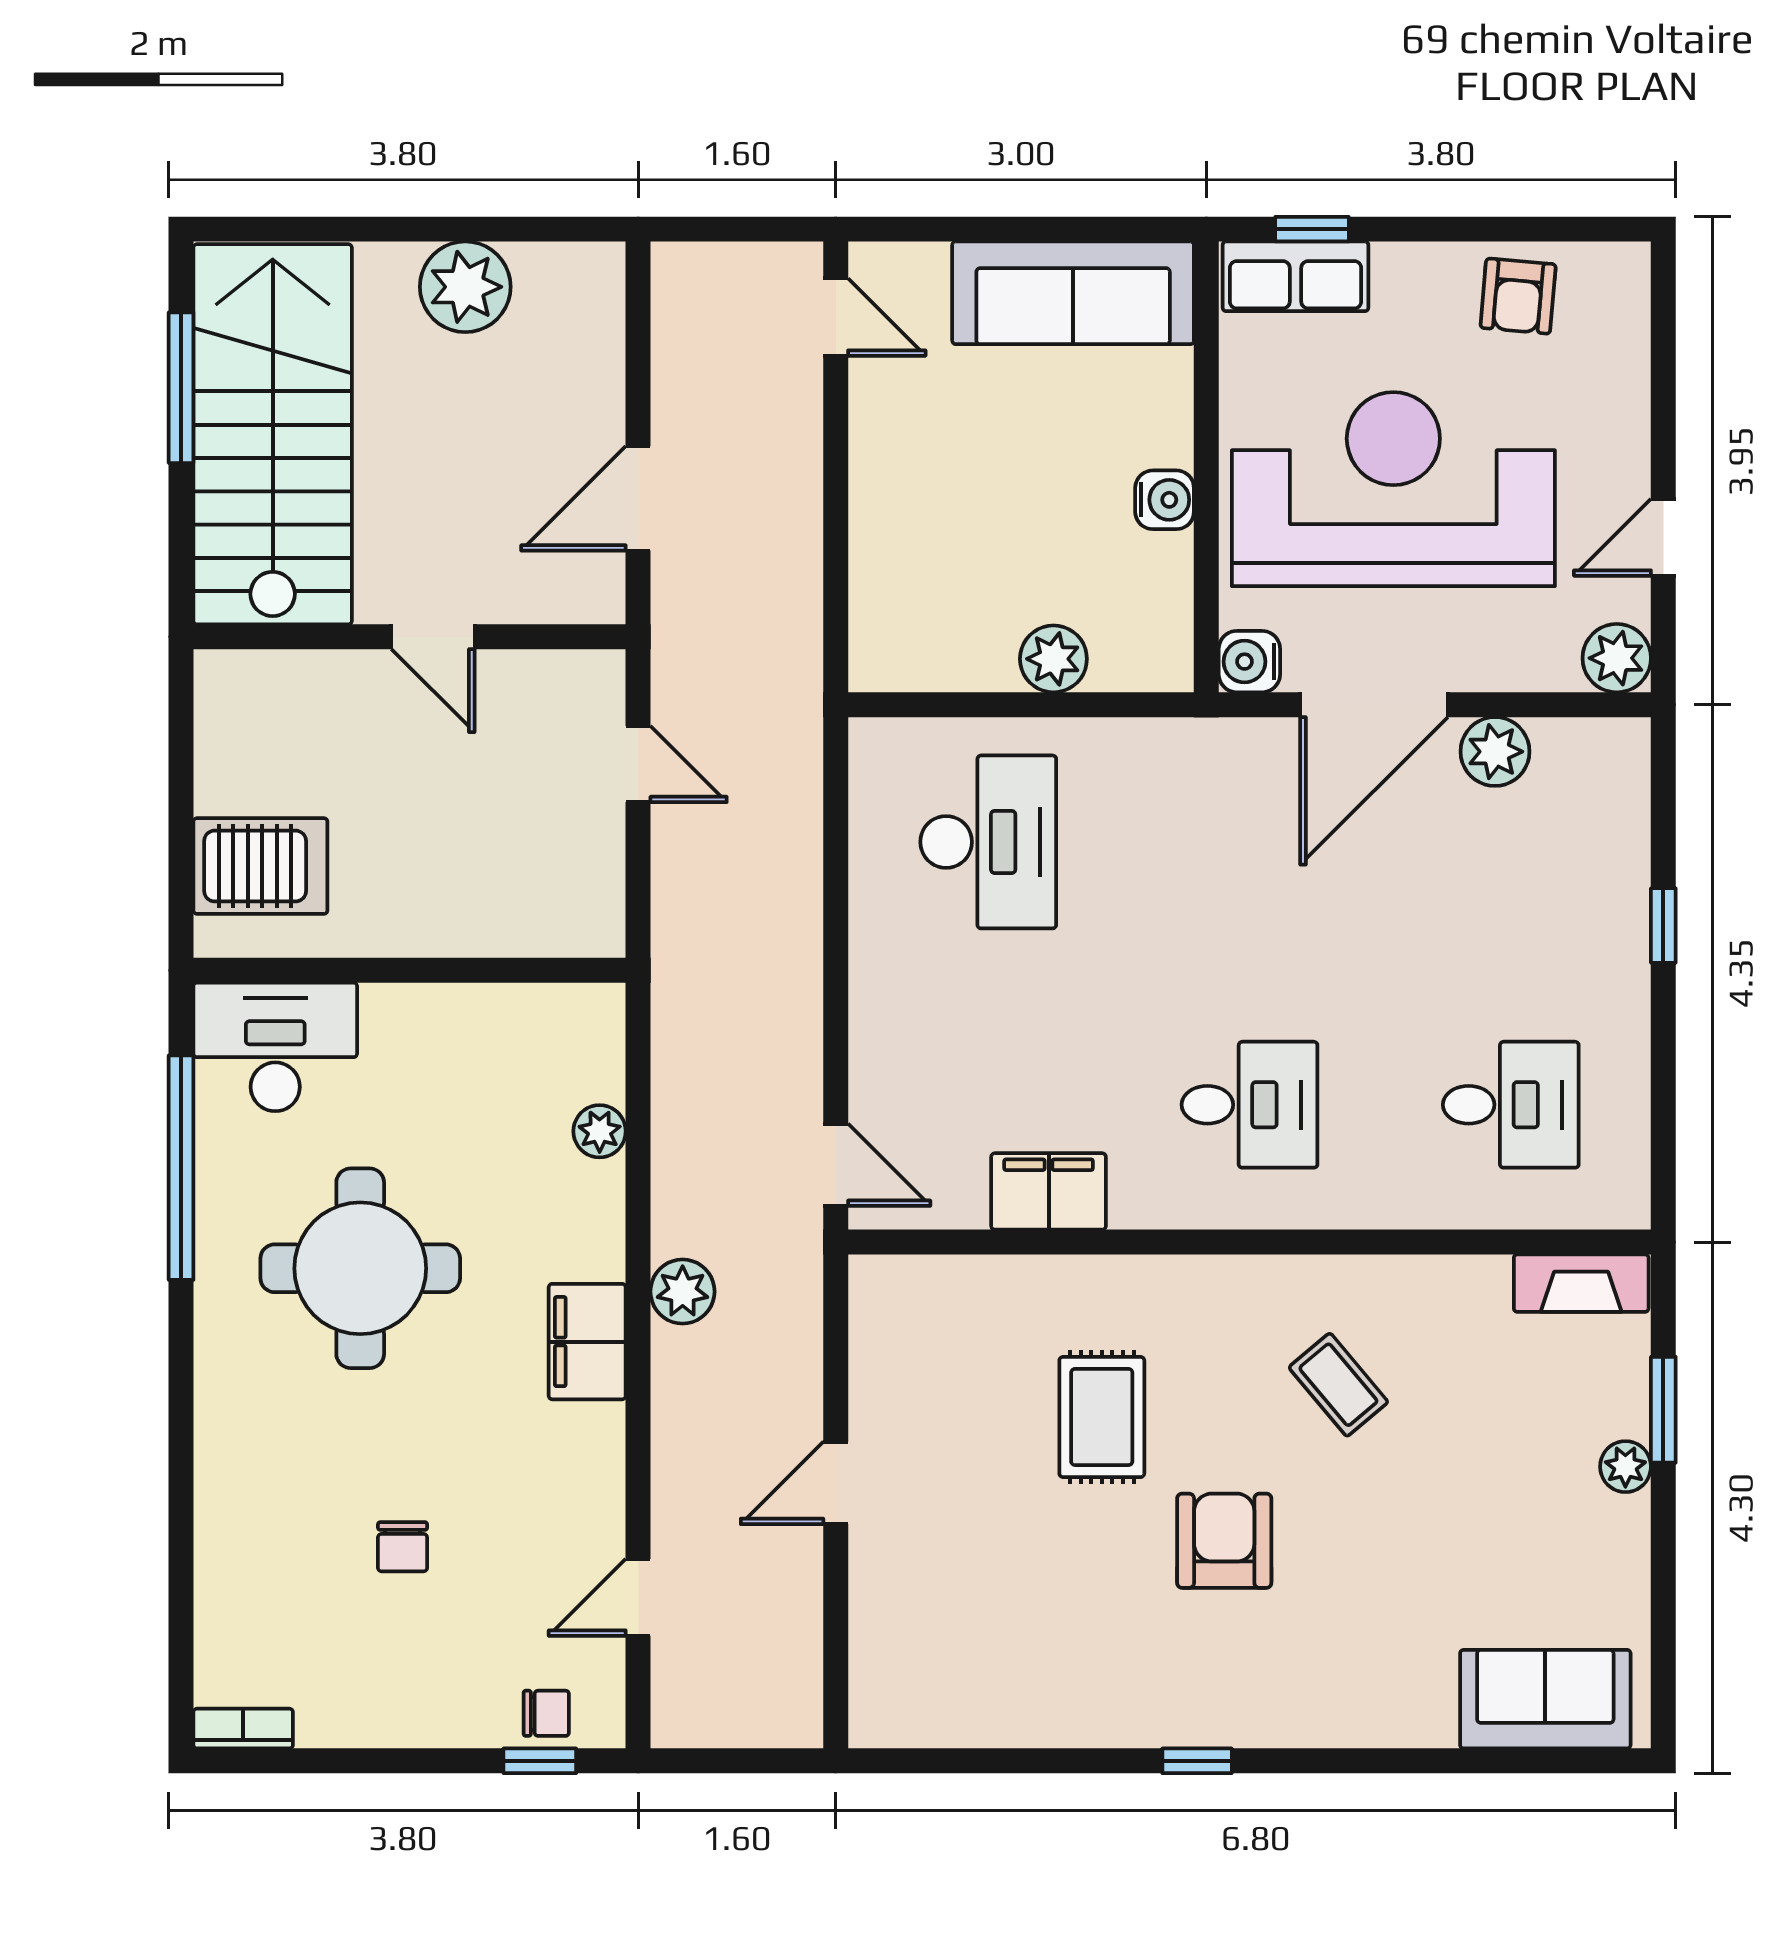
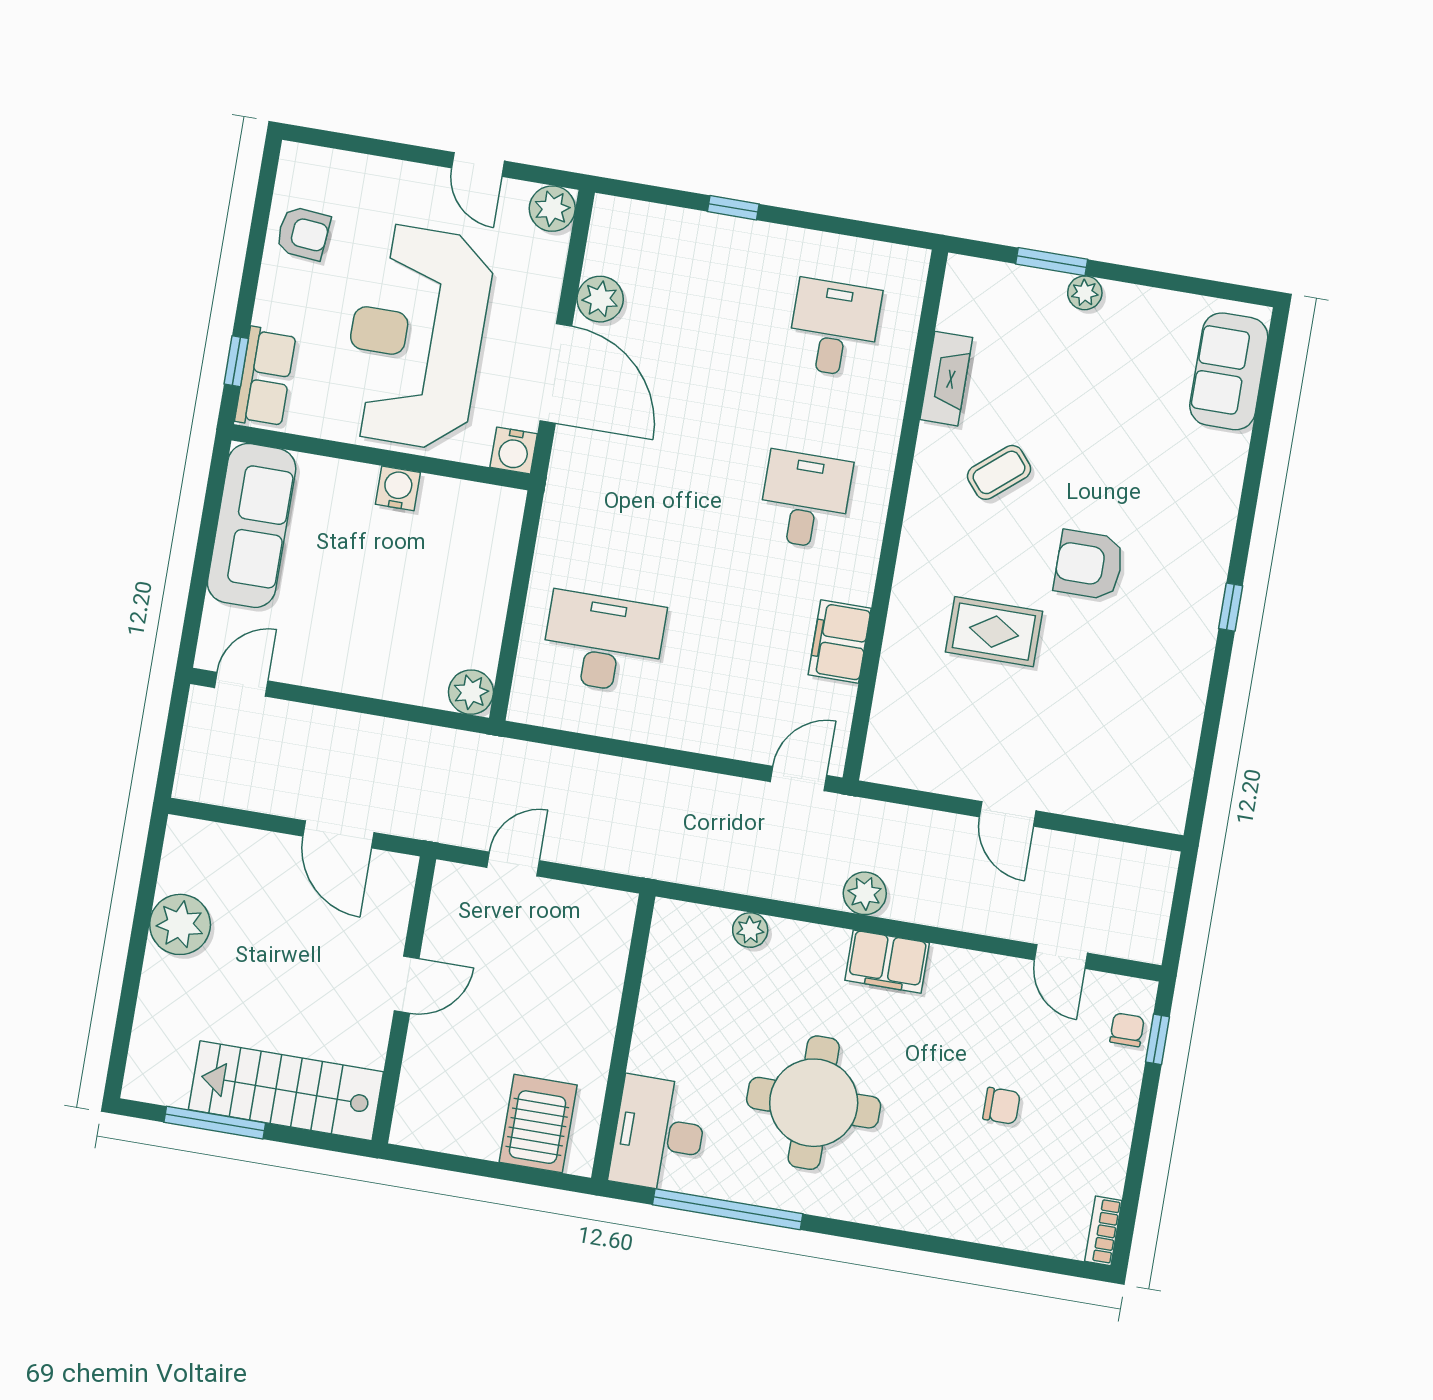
stairs: (273, 434) -> (286, 1091), width x0.73, depth x0.66
plant: (1053, 659) -> (471, 692), moved
fireplace: (1581, 1283) -> (946, 379), moved

